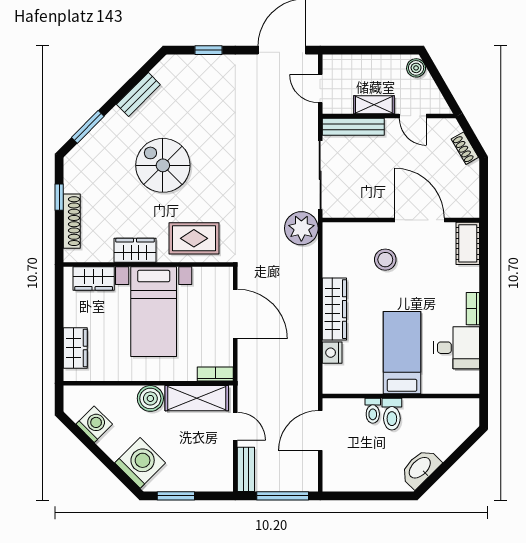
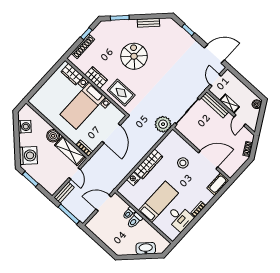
door: (420, 220) -> (208, 160), hinge flipped
wardrobe: (75, 348) -> (43, 93), removed
washbasin: (420, 468) -> (146, 248), moved

